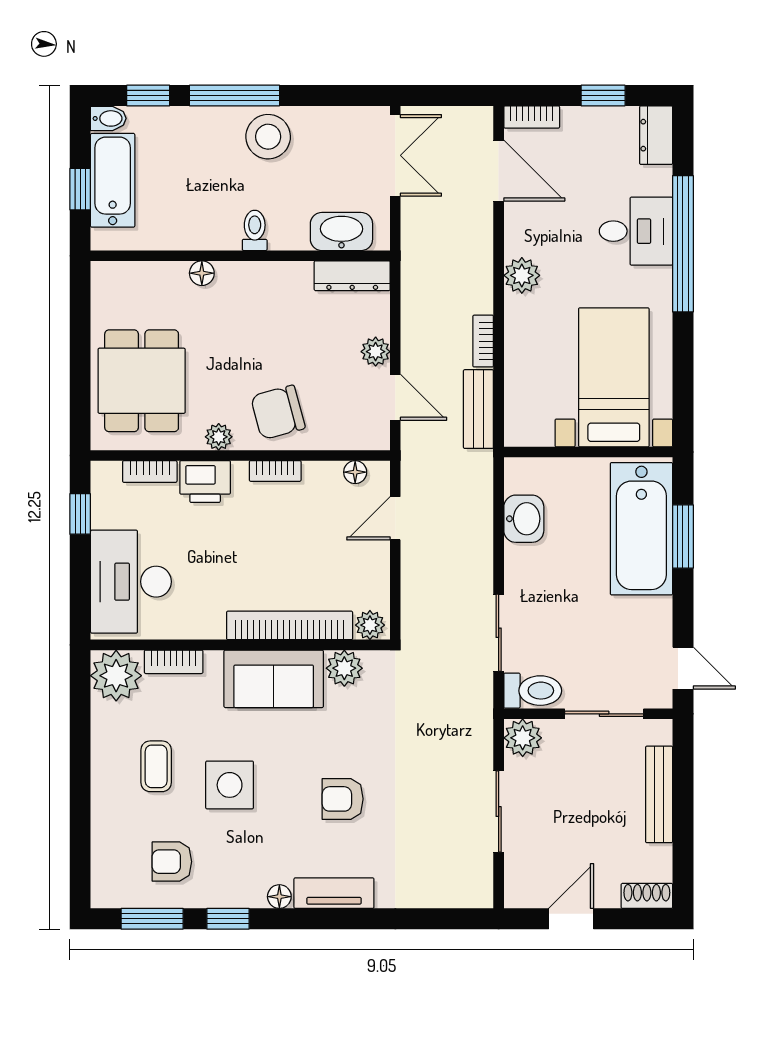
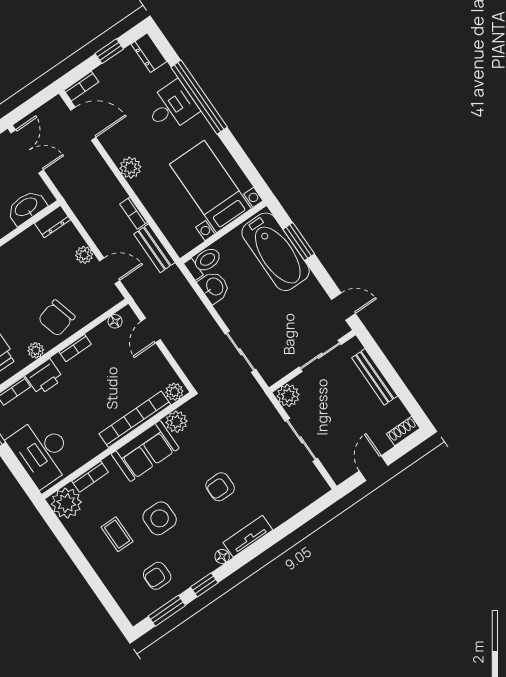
dresser: (352, 276) -> (52, 222), width x0.70
toilet: (533, 691) -> (204, 262), moved

